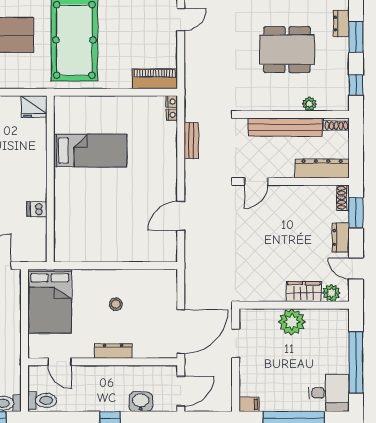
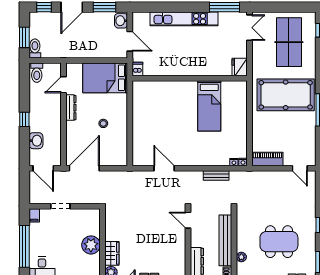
dining table: (287, 50) -> (279, 242), turned 90
piano: (155, 79) -> (267, 159), moved, turned -90
dishwasher: (37, 209) -> (137, 69), moved
door: (181, 332) -> (84, 168), swing flipped
doorway: (236, 343) -> (60, 206), moved
dresser: (113, 351) -> (71, 108), moved

